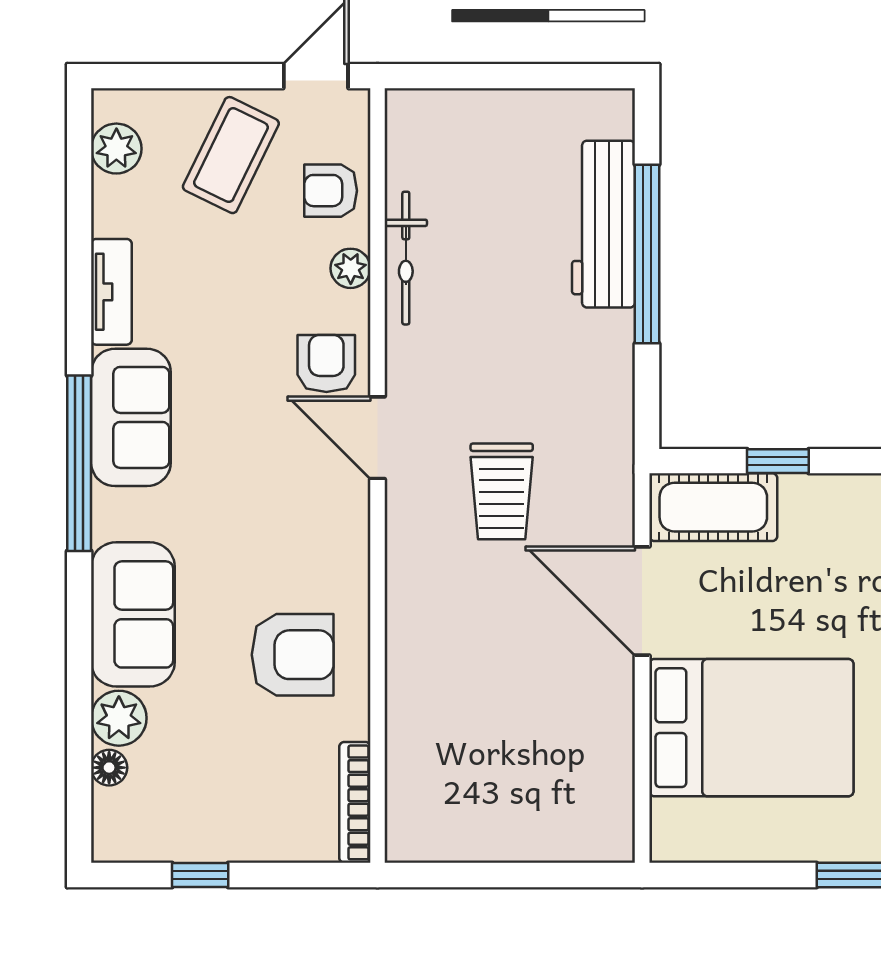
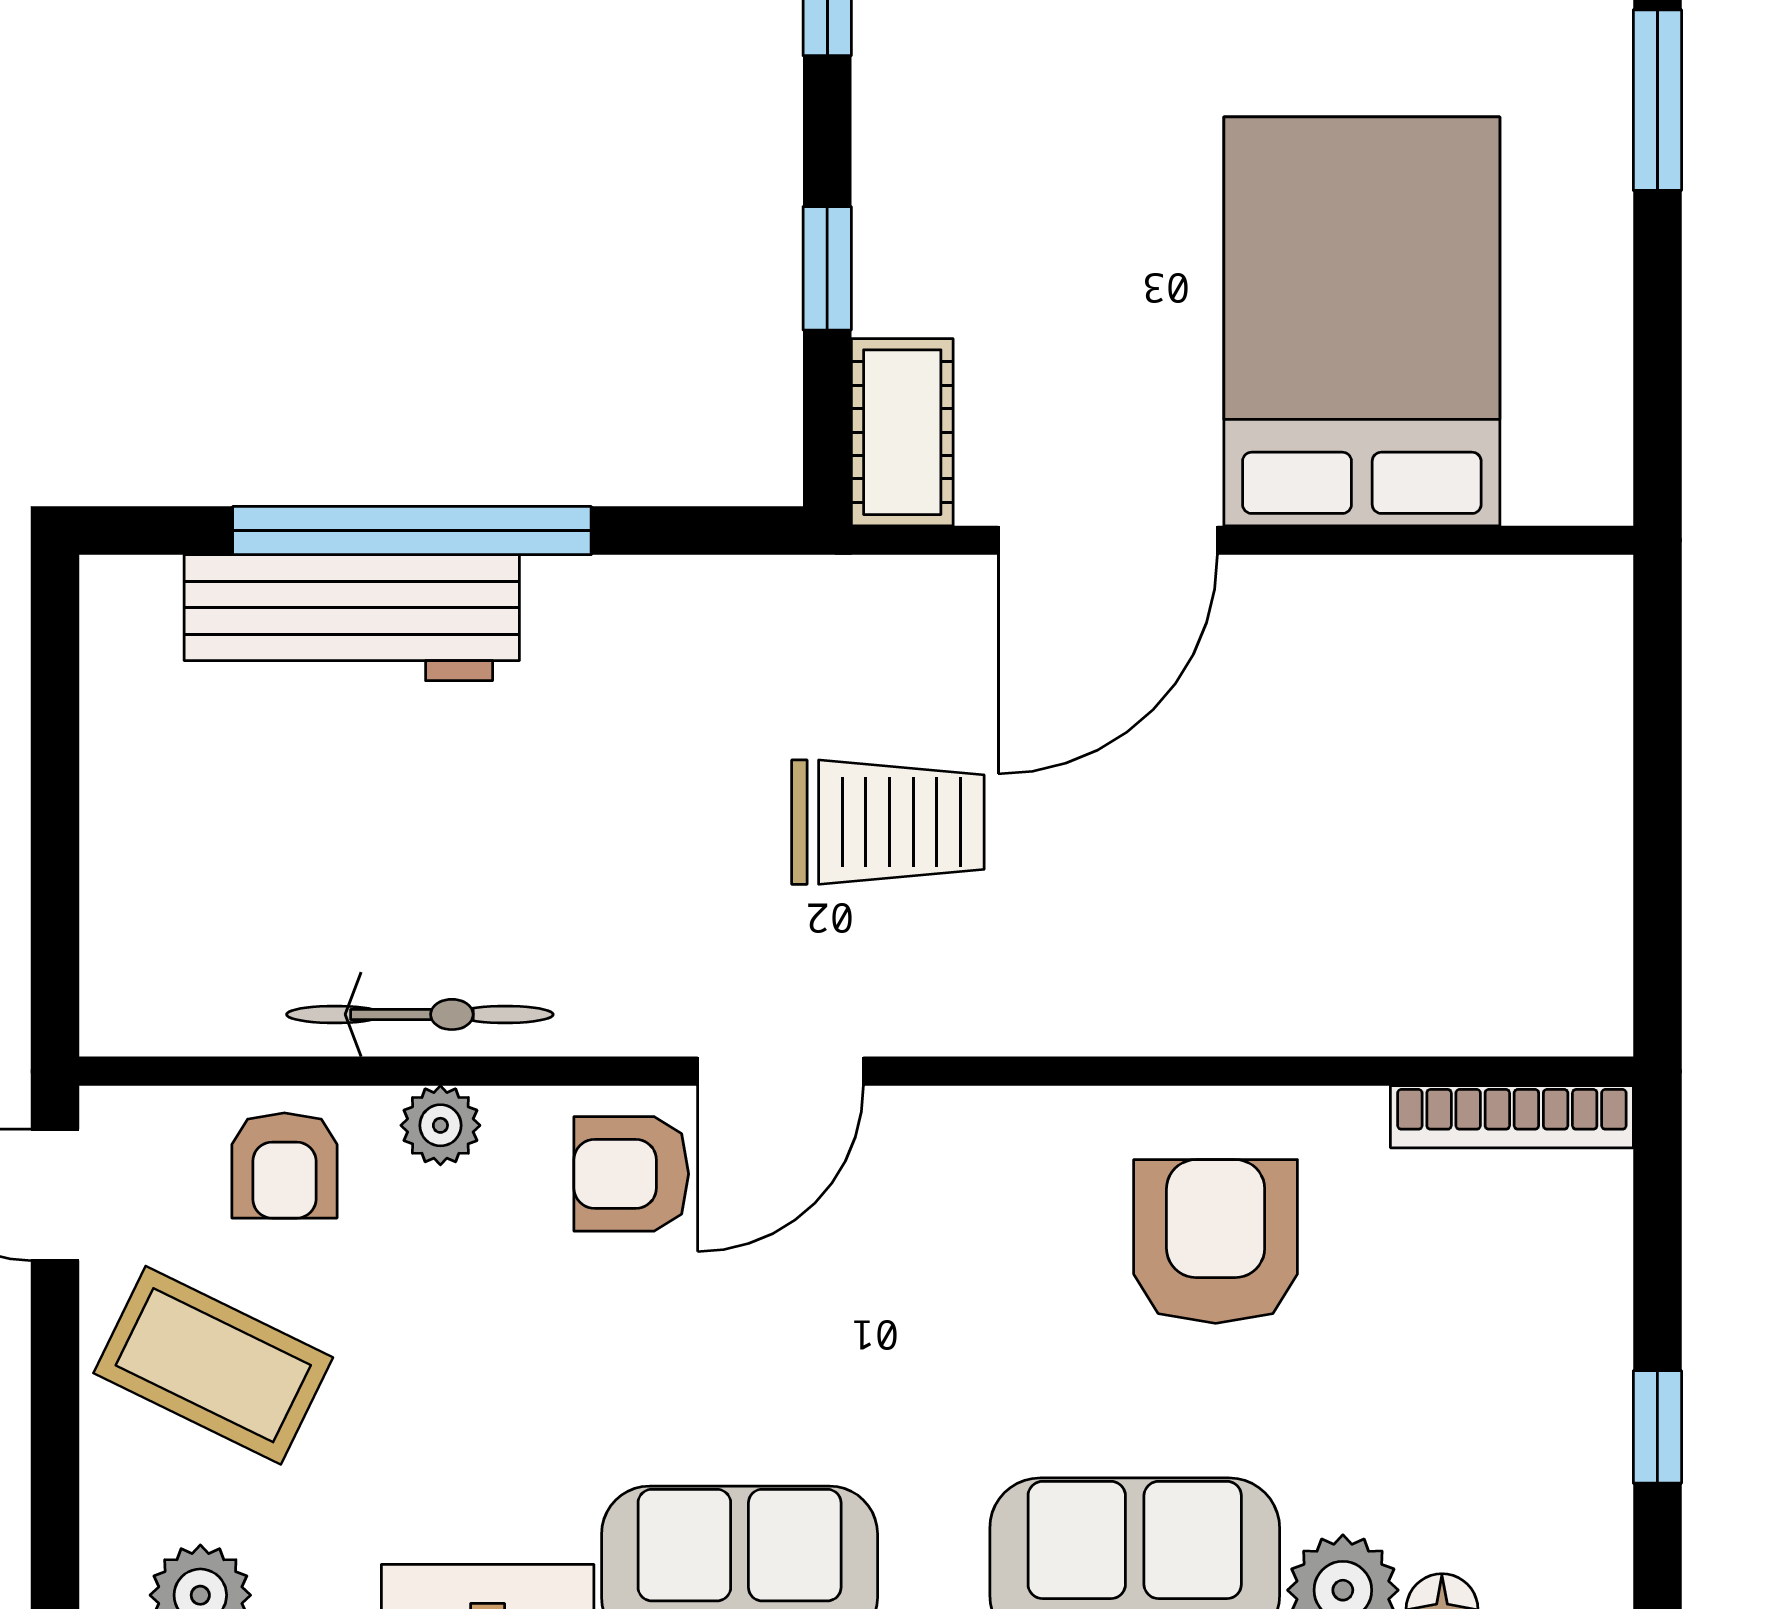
cot: (713, 507) -> (902, 432), width x0.73, depth x0.75

